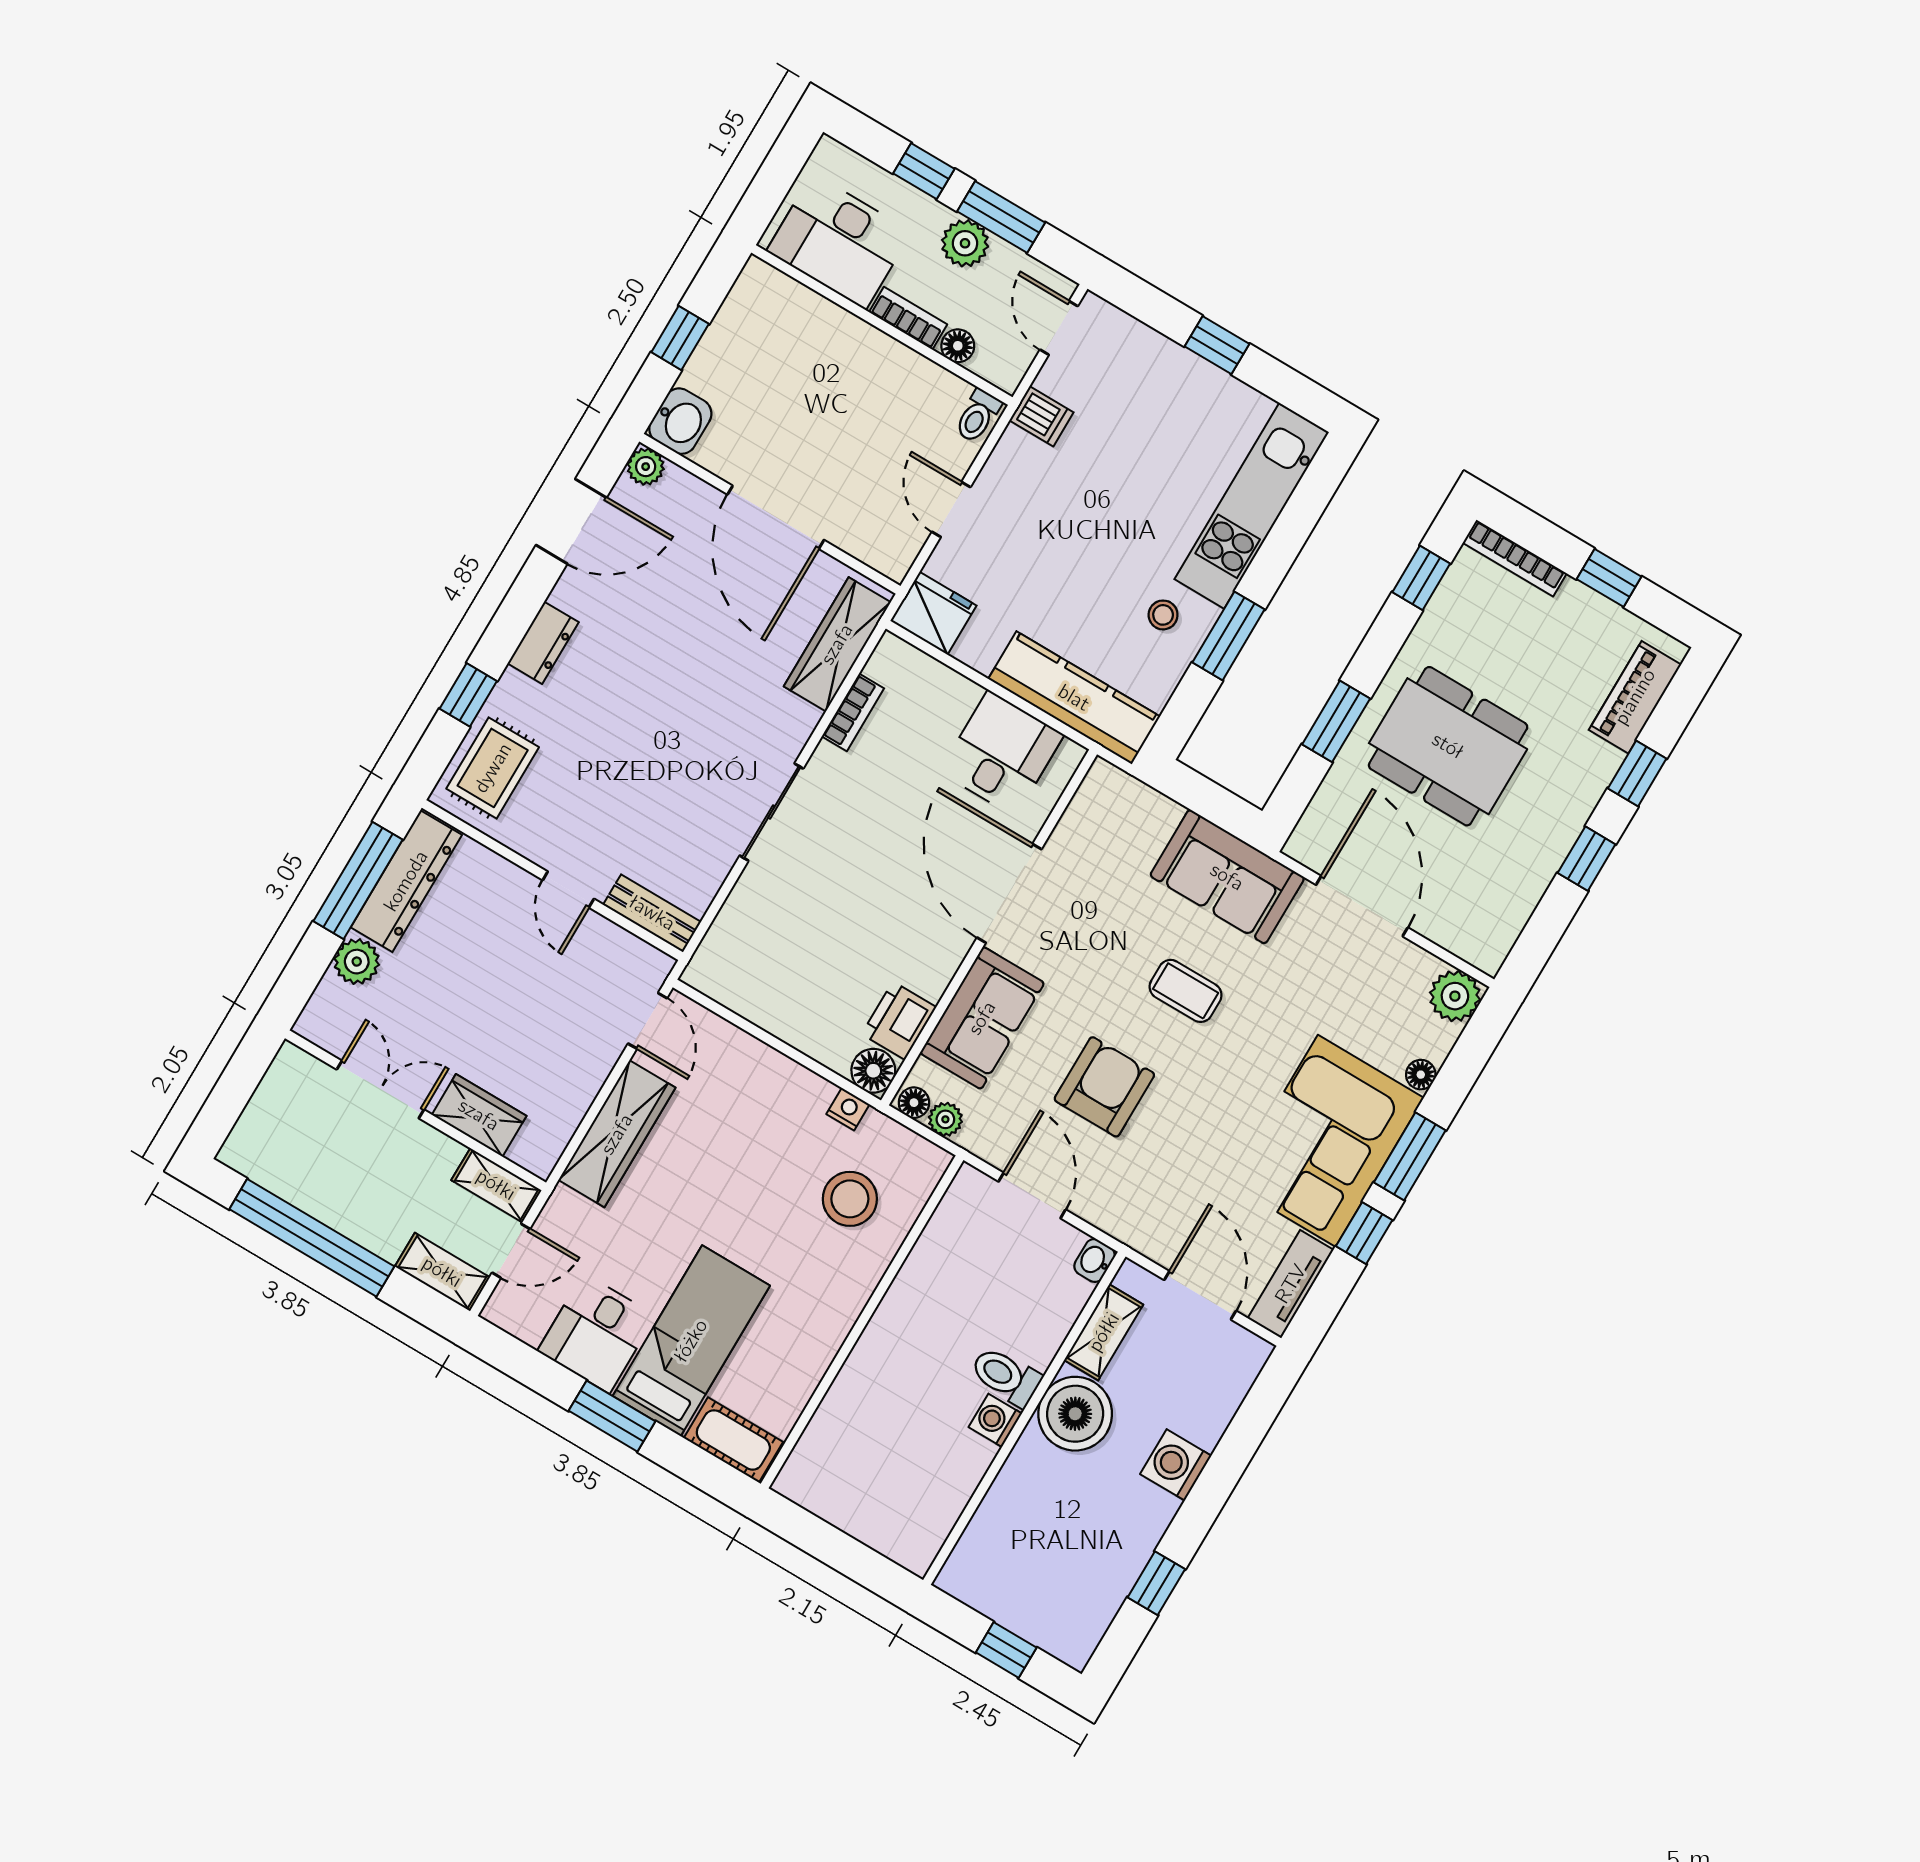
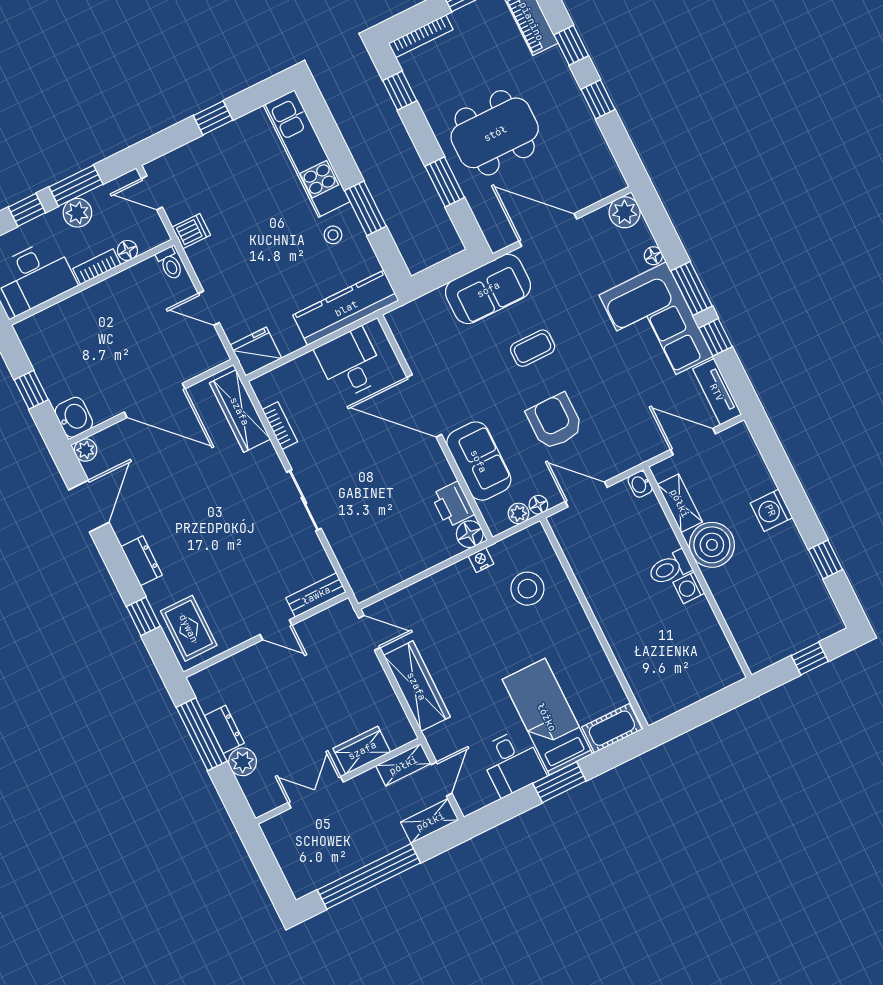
dresser: (406, 881) -> (224, 729), width x0.51, depth x0.80
floor lamp: (914, 1103) -> (538, 505), moved

